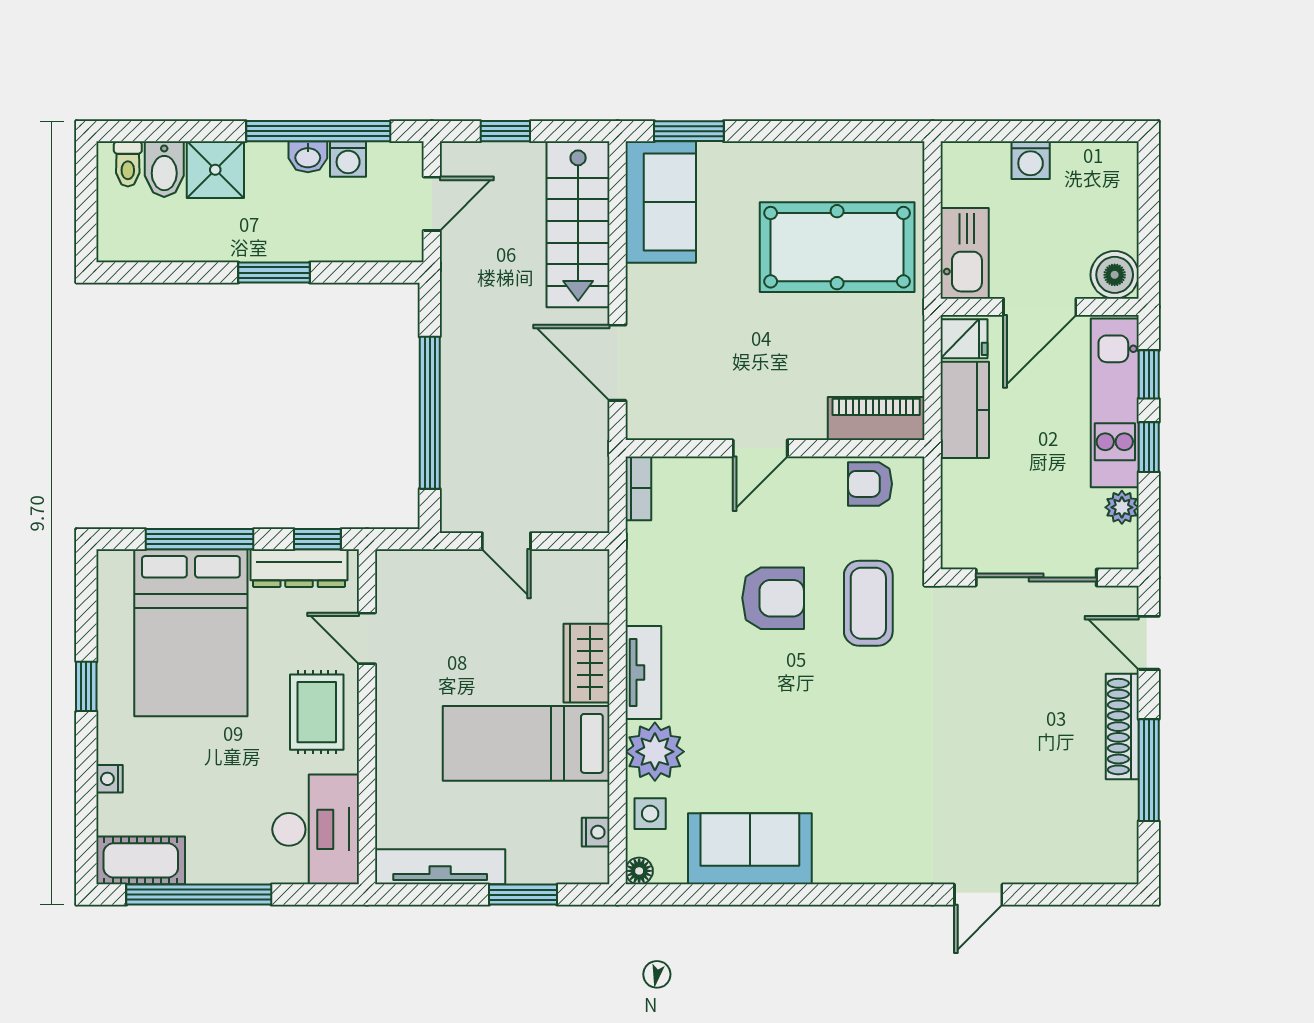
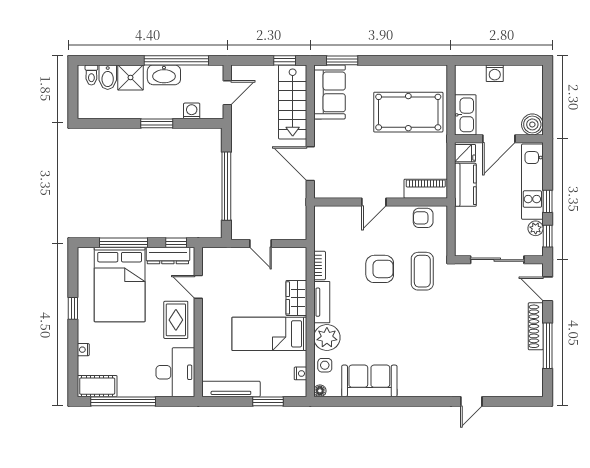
window: (505, 131) -> (285, 60), moved
washbasin: (308, 157) -> (164, 75), width x1.91, depth x1.45
washing machine: (348, 159) -> (192, 111), moved, turned 180
window: (1149, 374) -> (548, 236), moved
bookcase: (638, 488) -> (320, 265), moved

